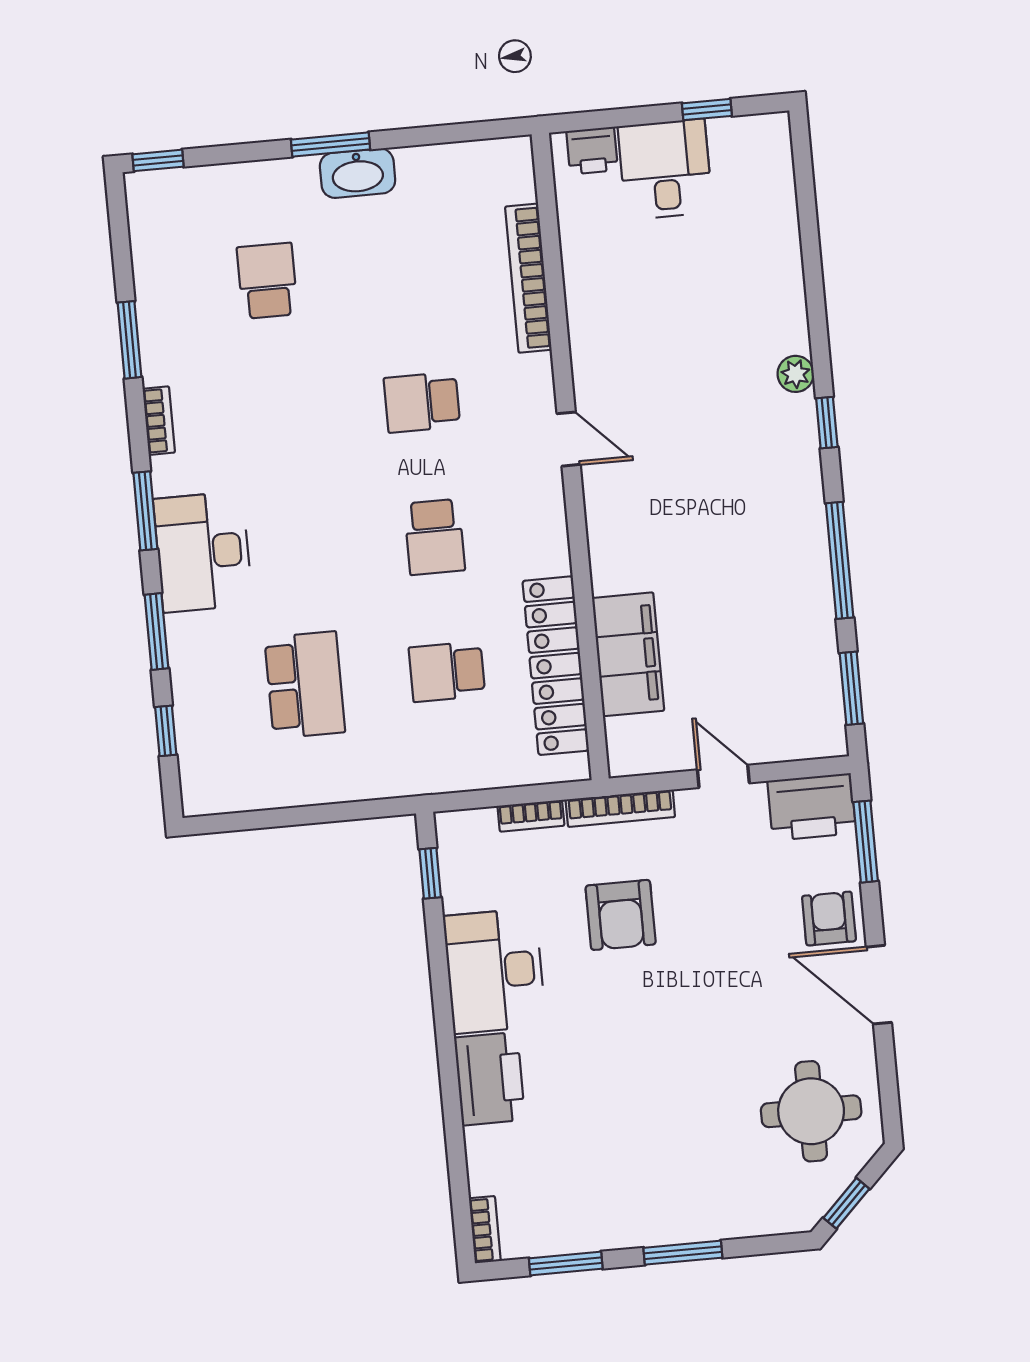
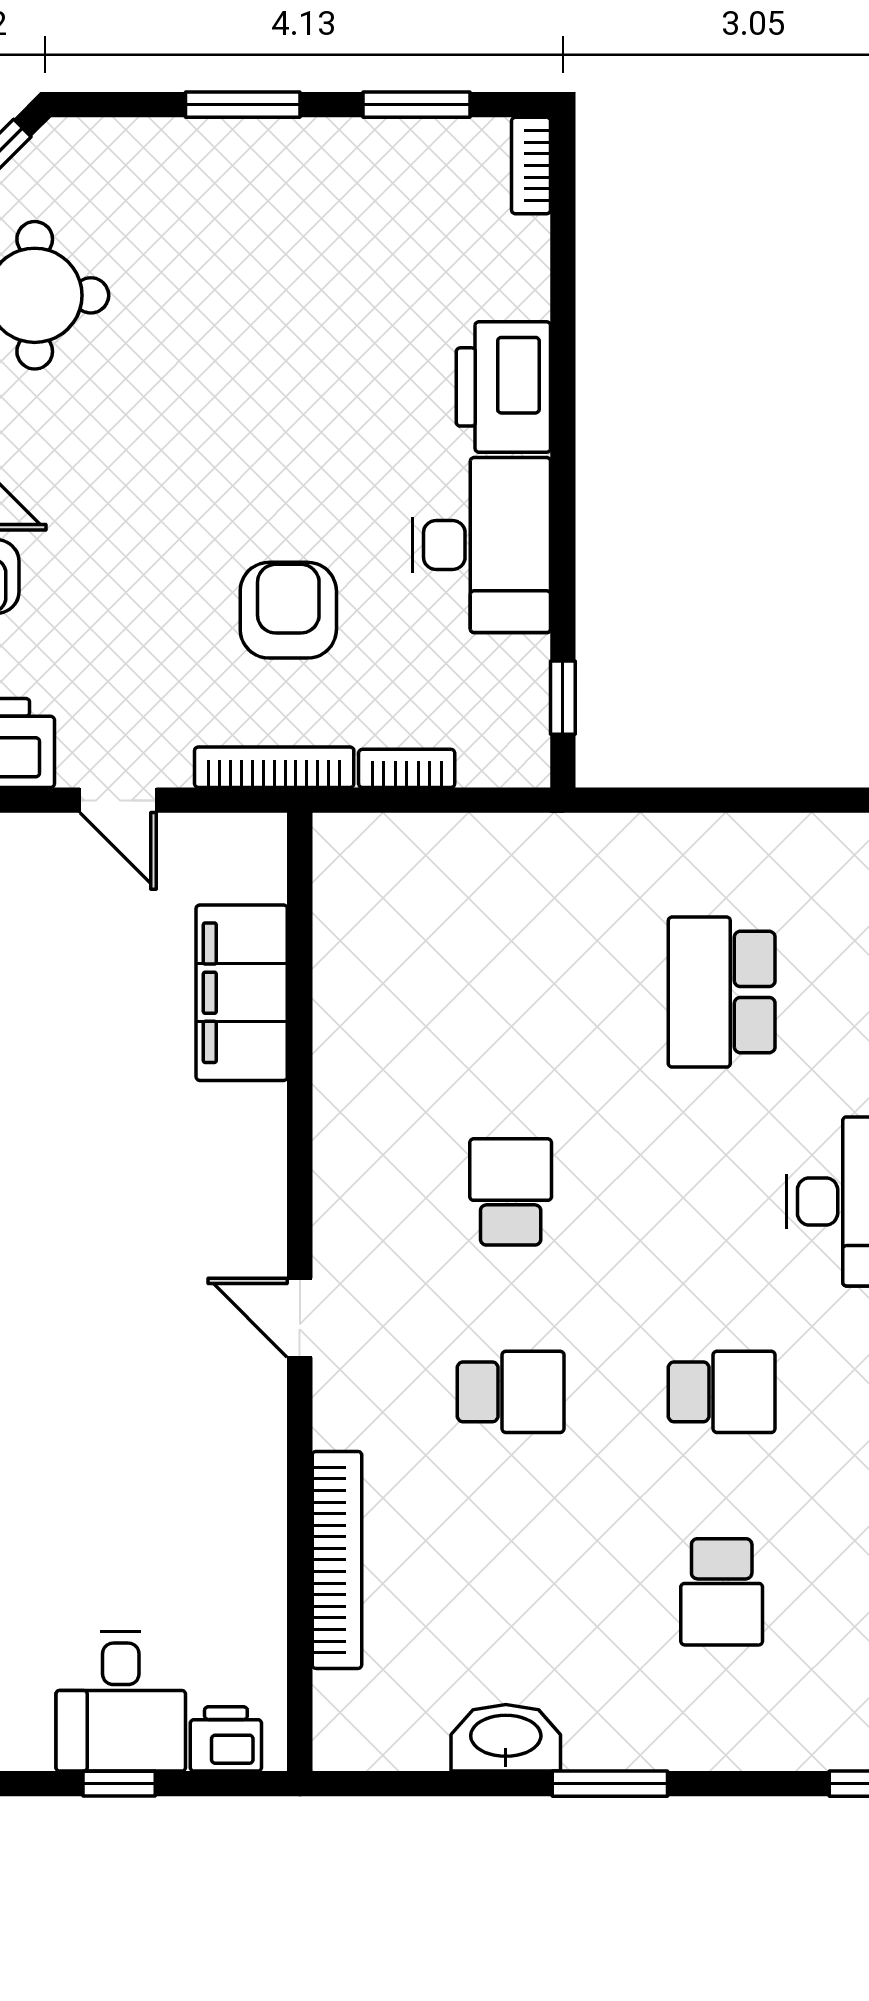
window: (707, 110) -> (119, 1784), moved
washbasin: (358, 173) -> (506, 1738), moved
locker: (556, 666) -> (350, 986), removed
school desk: (447, 672) -> (722, 1392), moved

